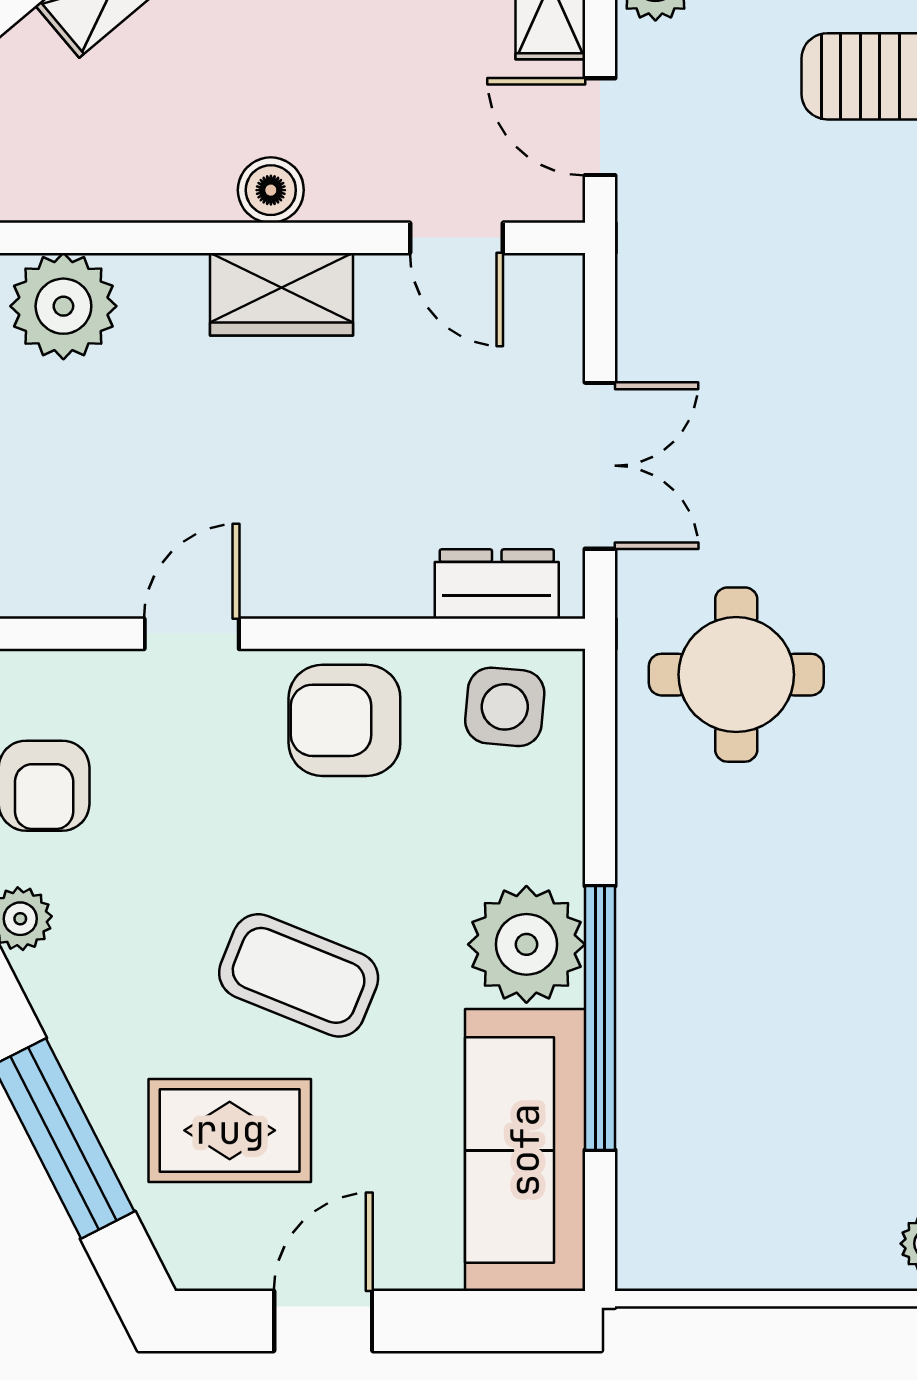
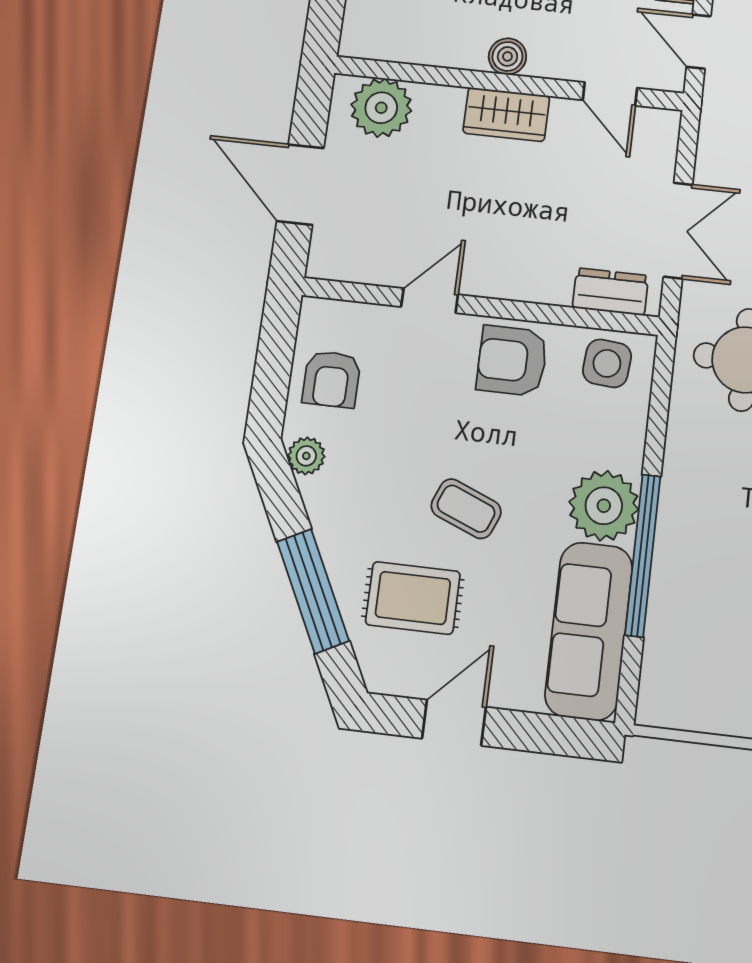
coffee table: (299, 975) -> (466, 509), width x0.73, depth x0.77

